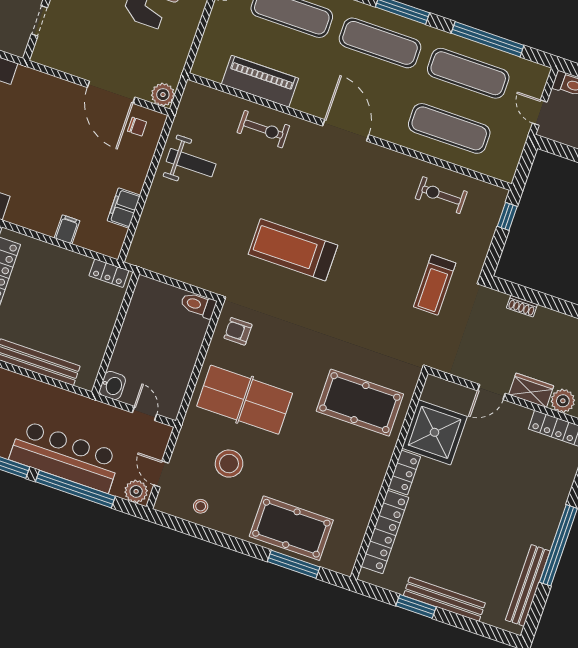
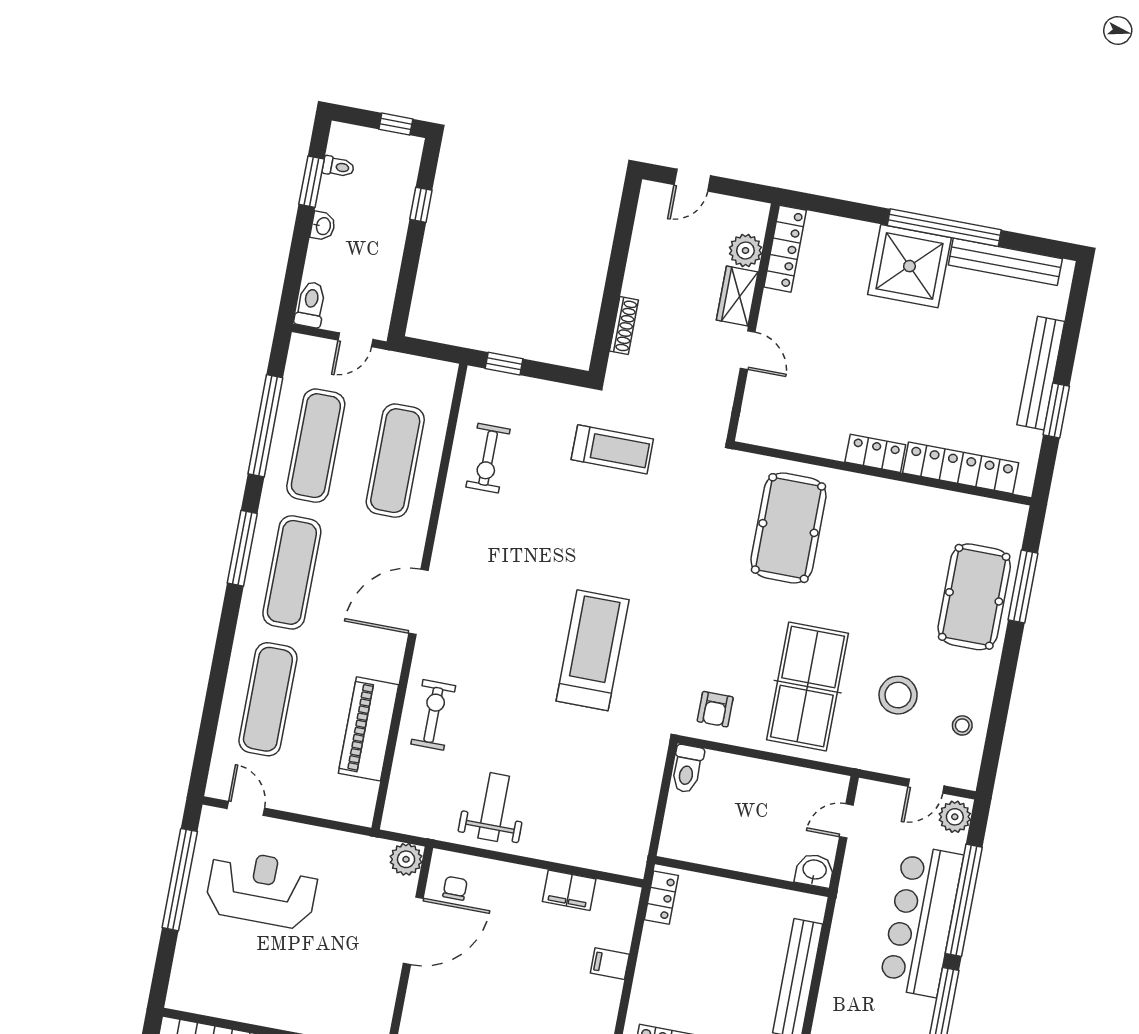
treadmill: (293, 250) -> (593, 650), turned 180
shoe rack: (522, 306) -> (624, 325), width x1.43
shower: (435, 432) -> (909, 266), moved

